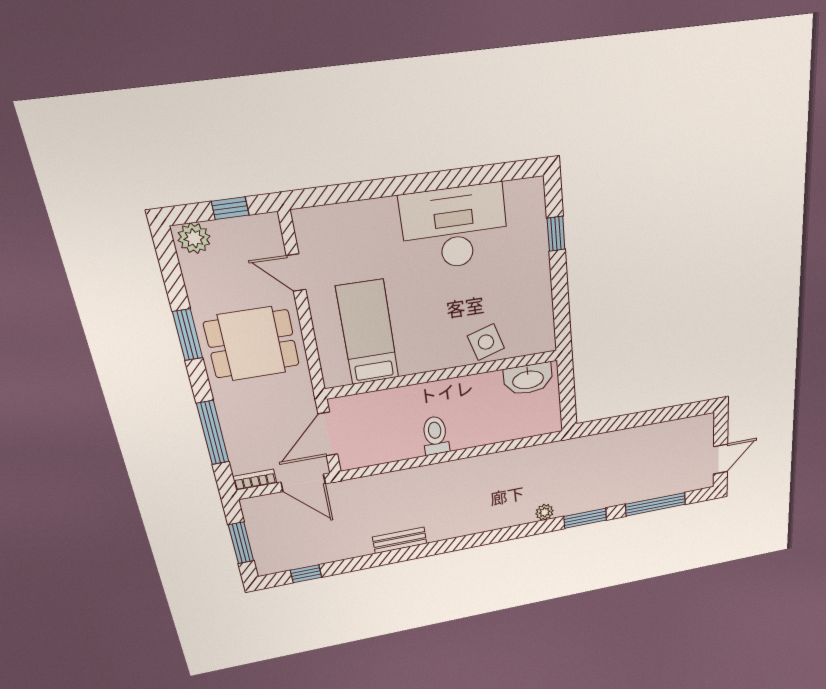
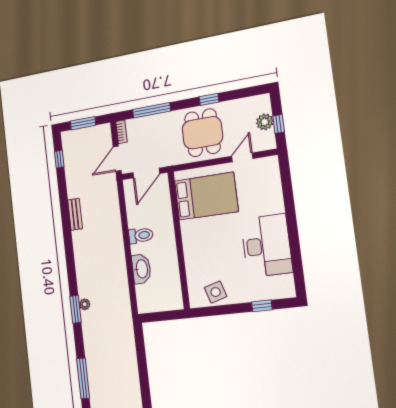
plant: (194, 238) -> (265, 122), moved
bed: (368, 333) -> (206, 196), width x1.50
window: (188, 335) -> (209, 99), width x0.67
side table: (486, 342) -> (216, 292), moved
washbasin: (528, 379) -> (141, 269), moved, turned 180
door: (328, 434) -> (146, 173), swing flipped
window: (585, 518) -> (76, 309), moved

